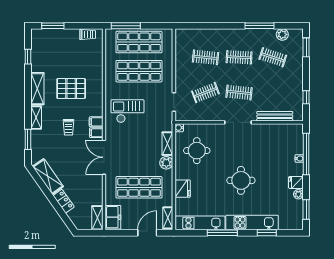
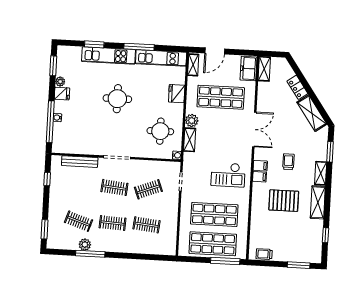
plant: (282, 34) -> (85, 245), moved
filing cabinet: (96, 133) -> (260, 177), moved

